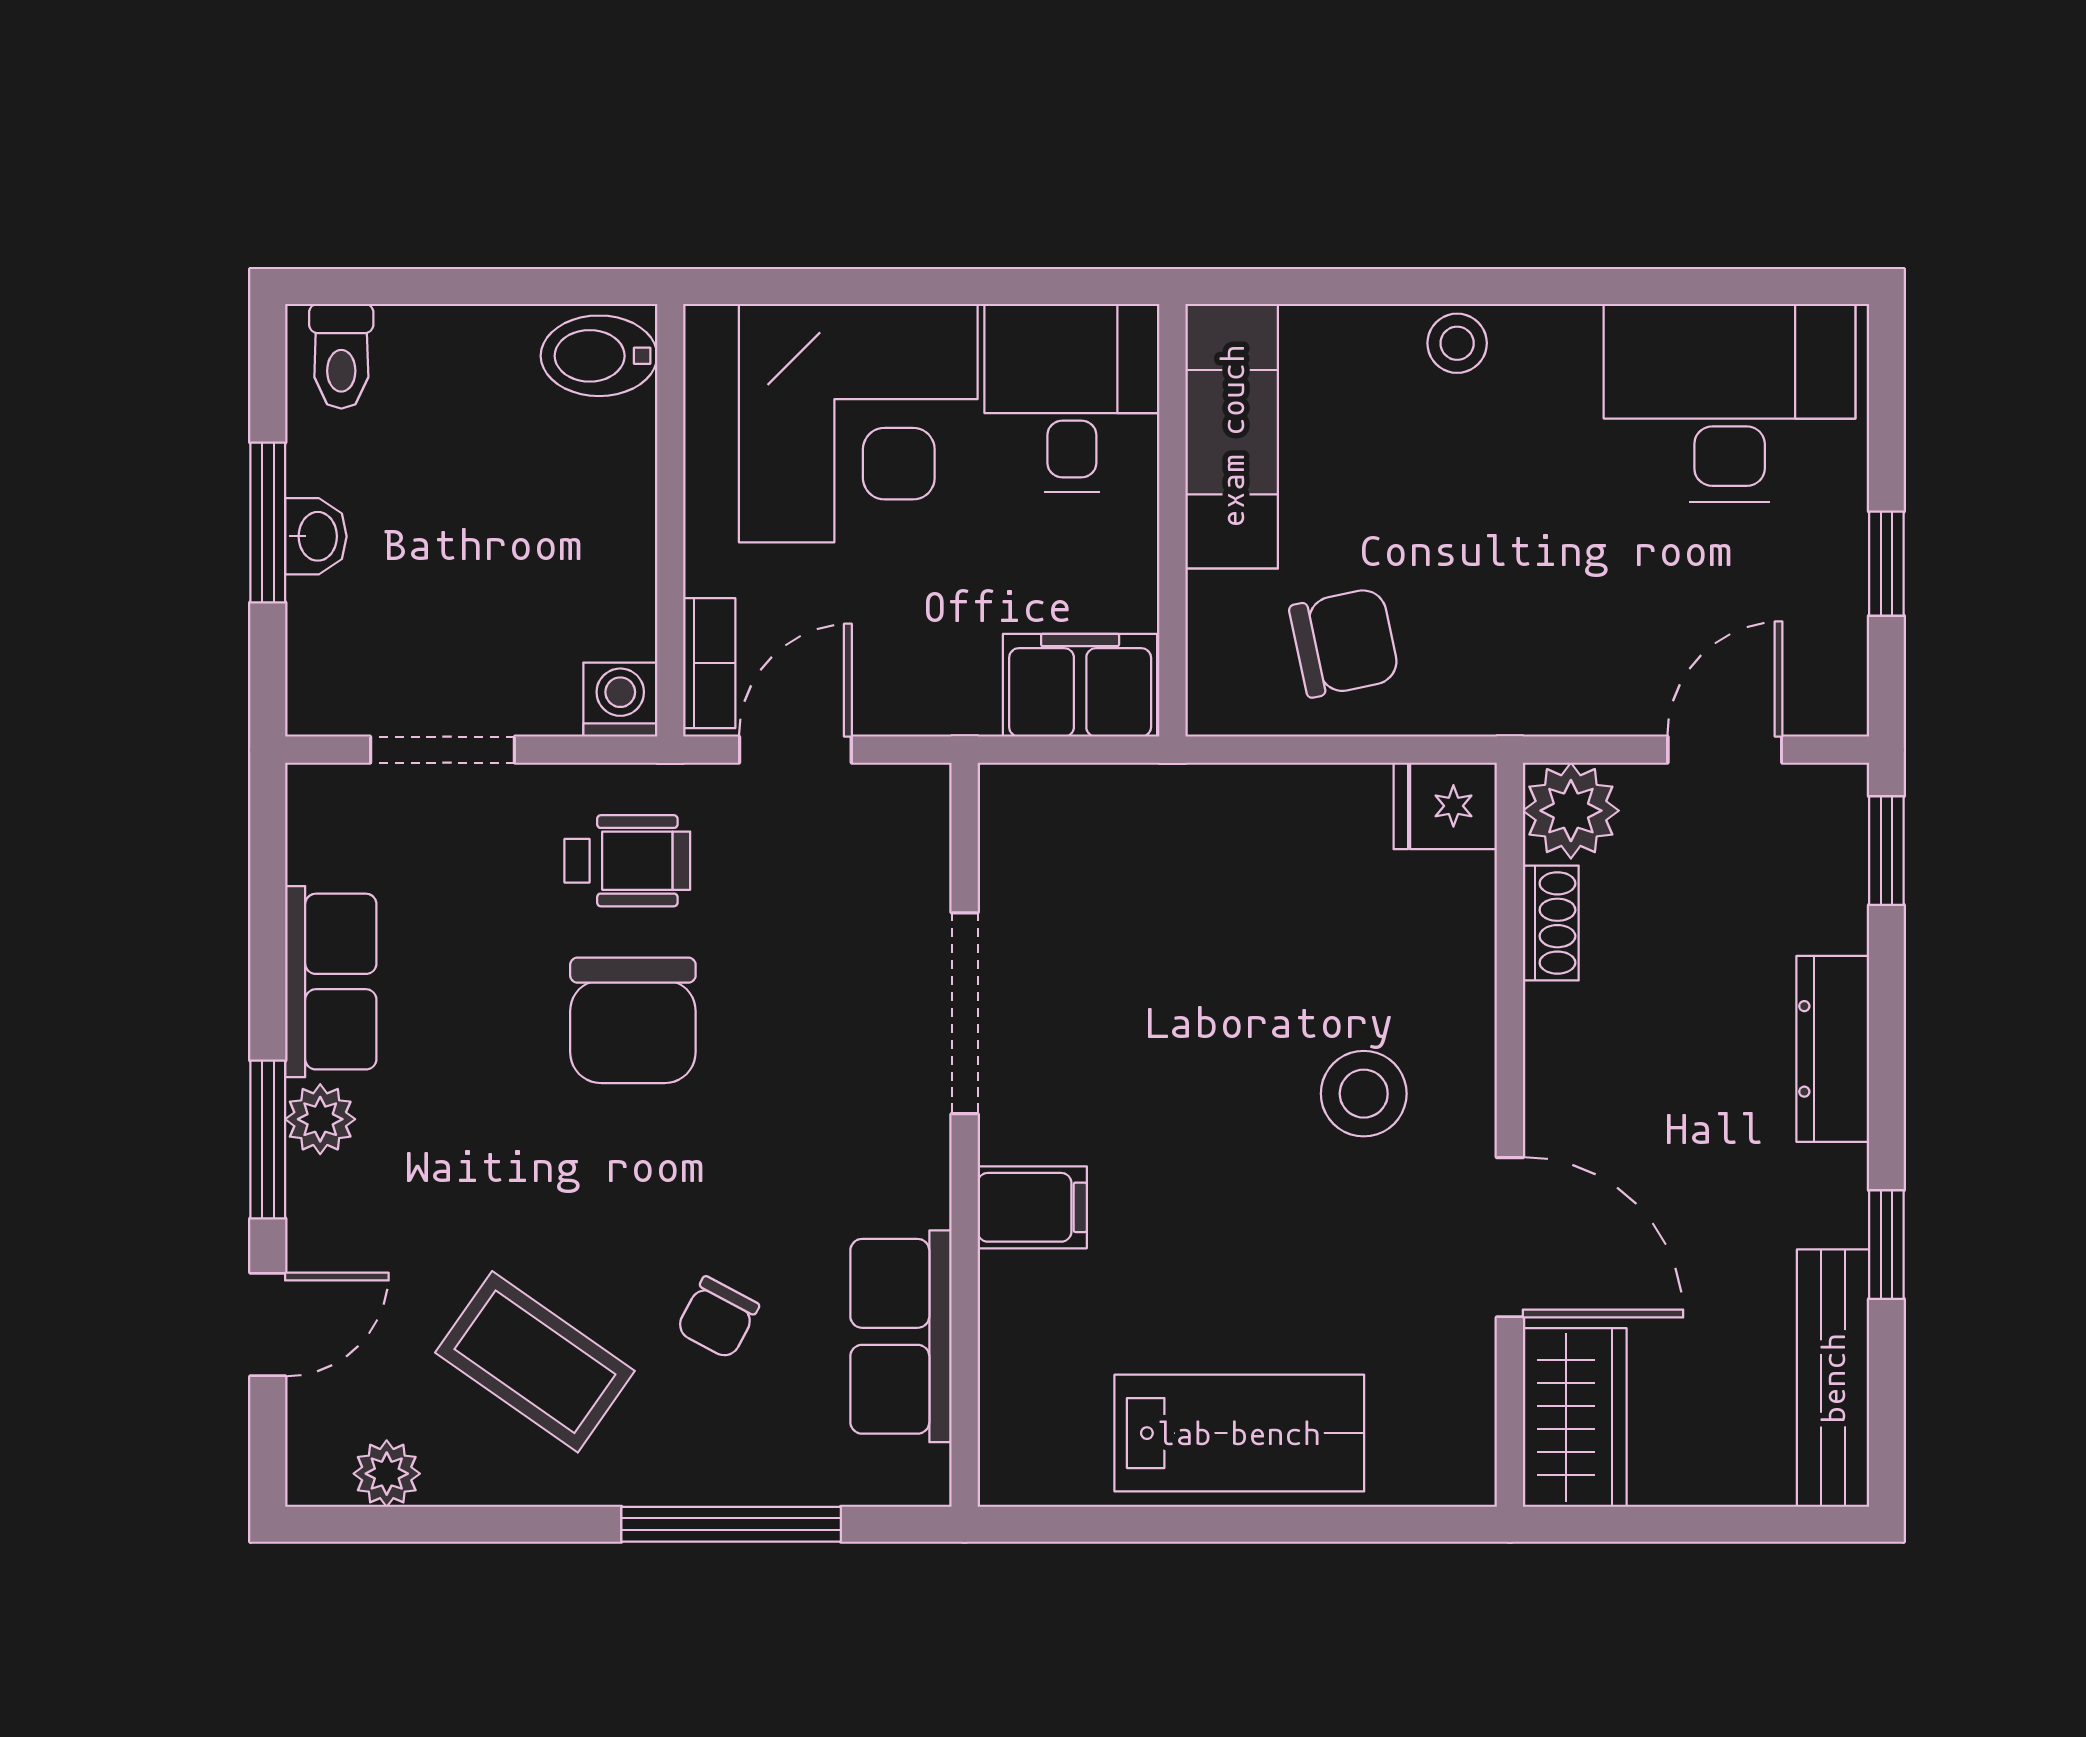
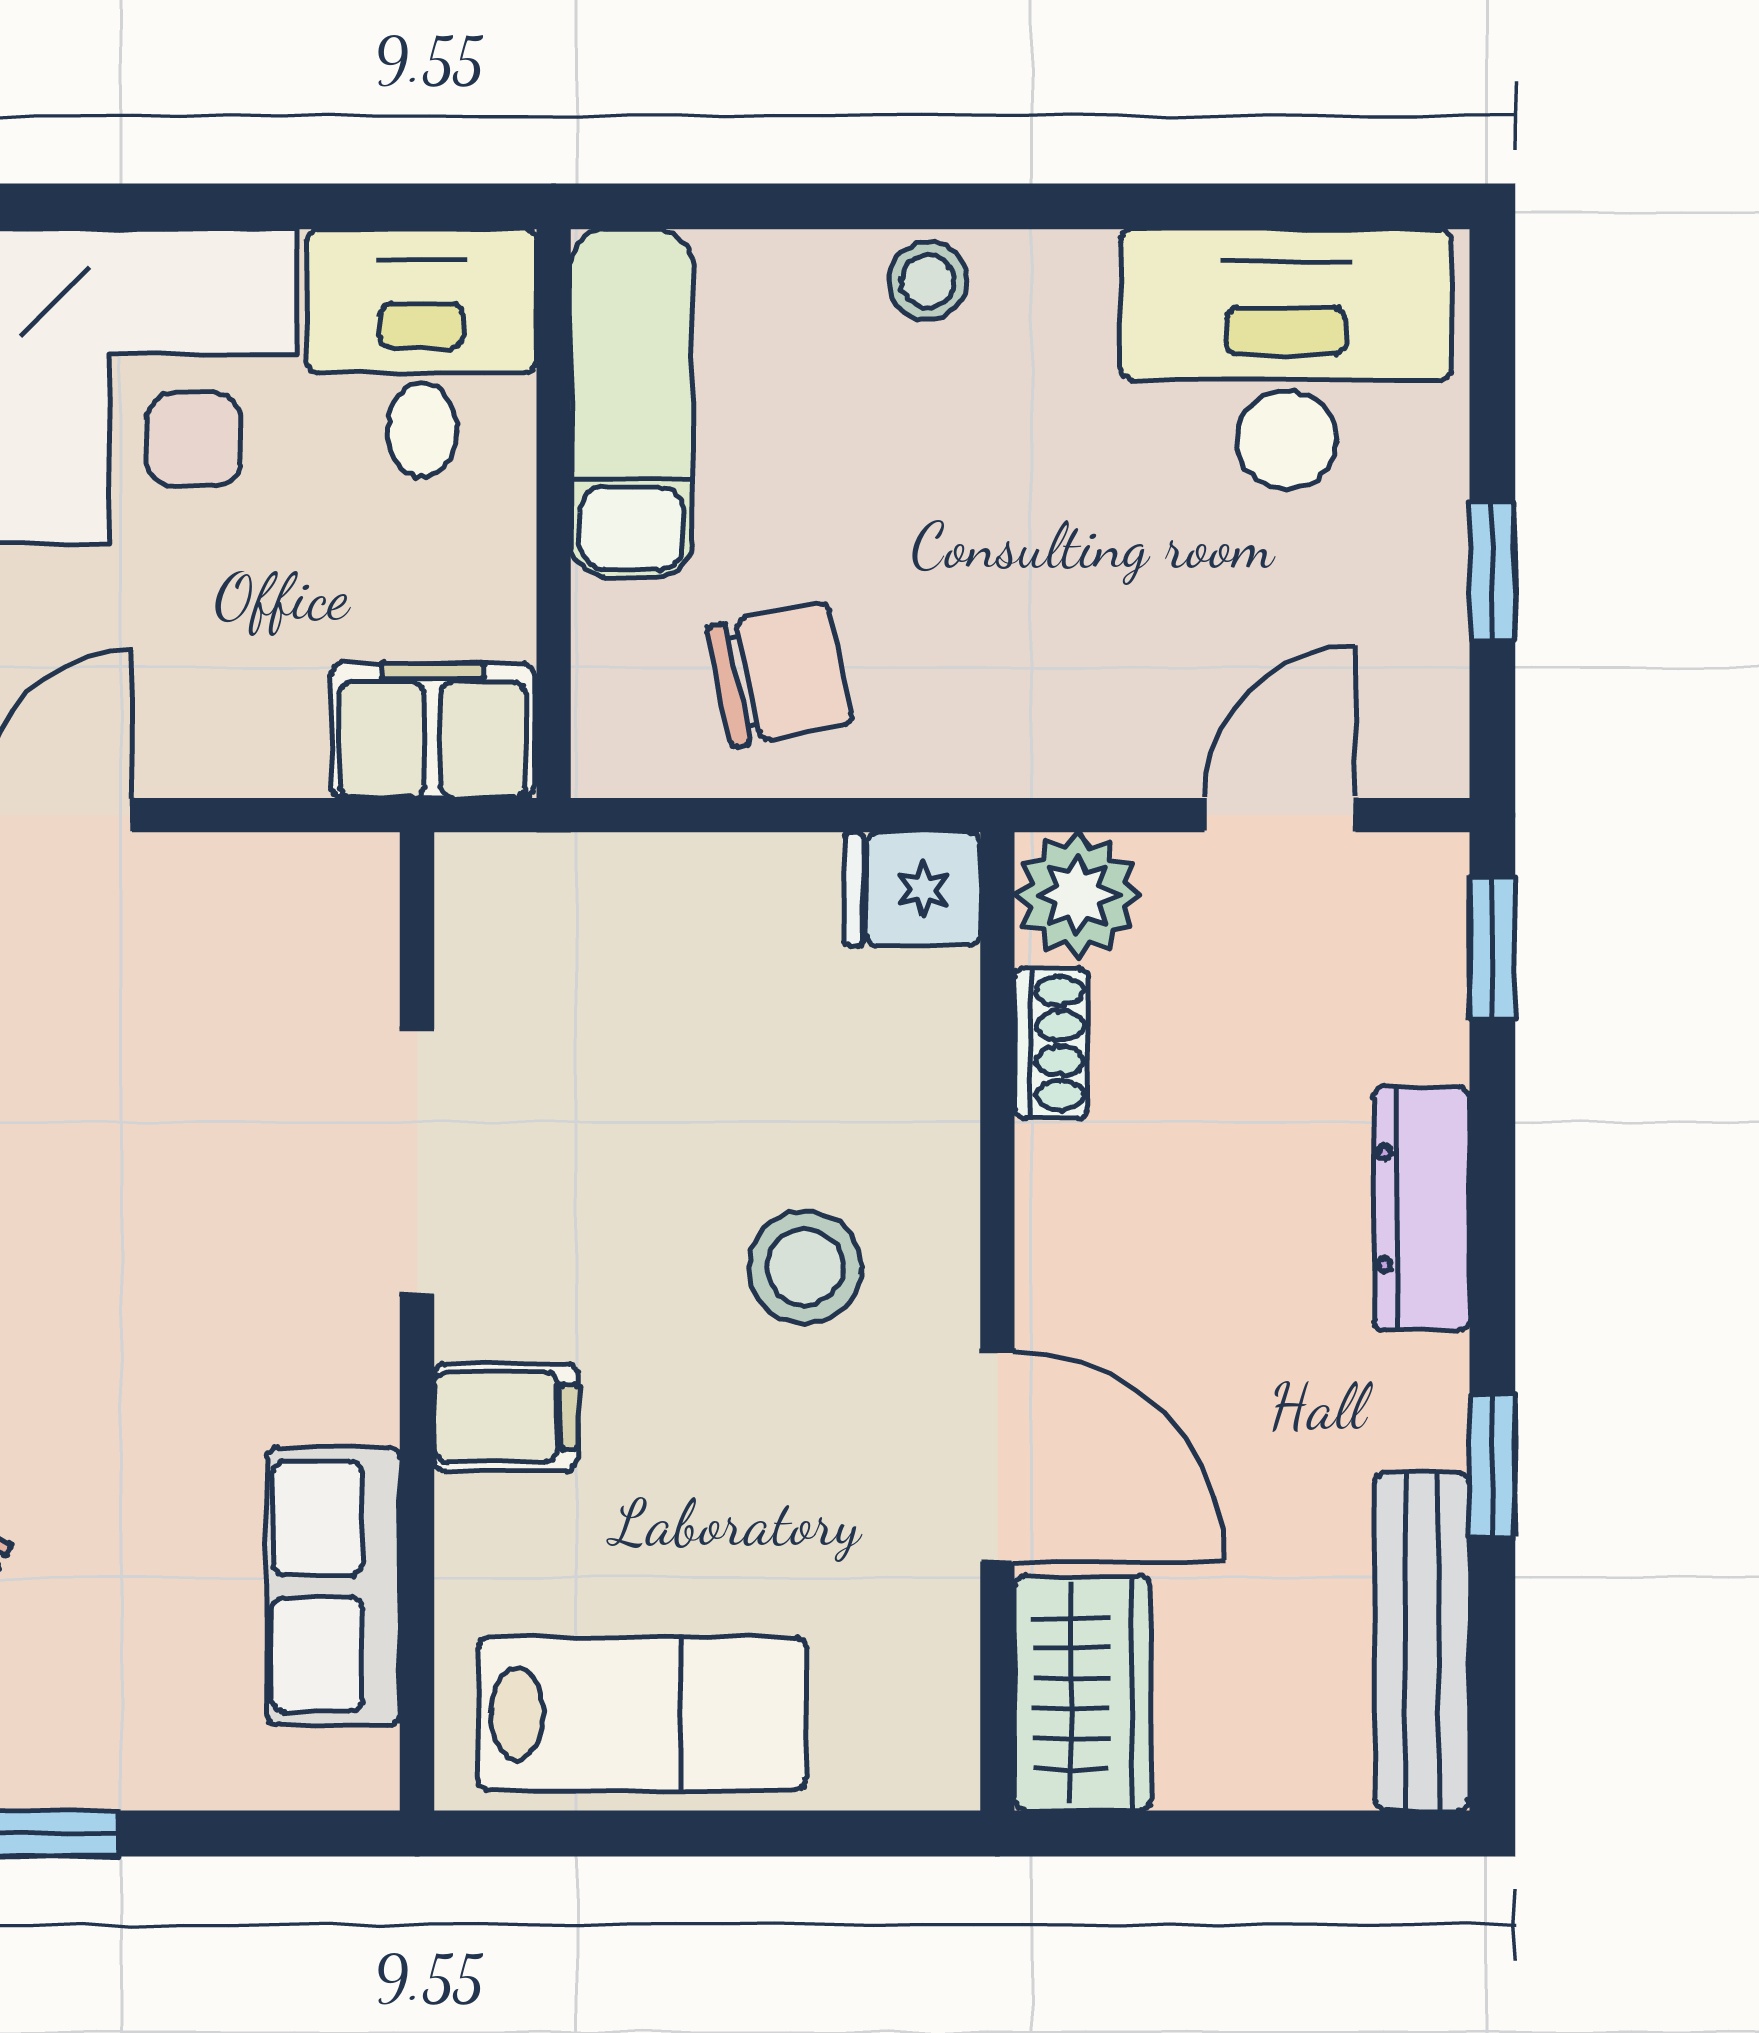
doorway: (965, 1013) -> (417, 1162), moved
wall: (965, 1135) -> (417, 1321), moved
filing cabinet: (1032, 1207) -> (506, 1417), moved
row of seats: (901, 1336) -> (333, 1586), moved

